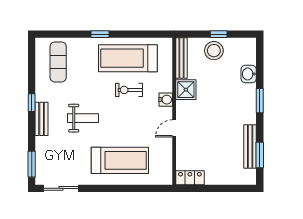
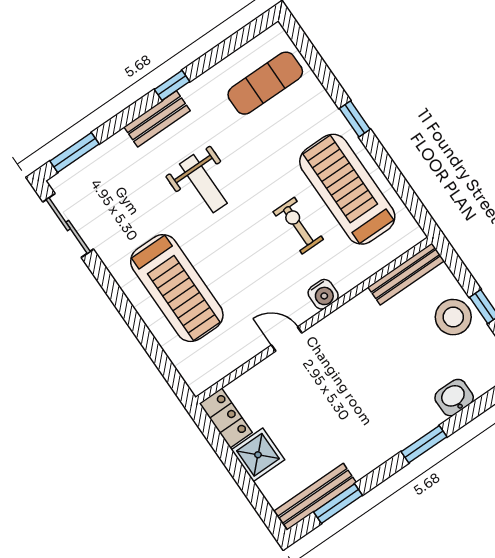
shower: (186, 90) -> (258, 455), moved
bench: (250, 147) -> (315, 497), moved

